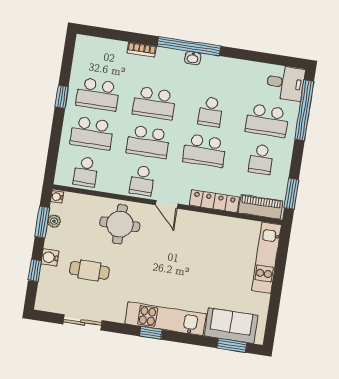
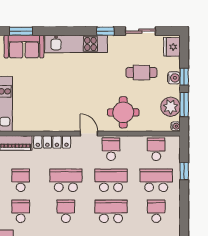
school desk: (98, 94) -> (156, 211), width x0.54
window: (62, 97) -> (184, 171), moved
school desk: (267, 121) -> (21, 211), width x0.54
plant: (54, 221) -> (171, 107), width x1.88, depth x1.88
window: (35, 271) -> (184, 77), moved
fridge: (46, 297) -> (172, 47), added
window: (151, 333) -> (105, 31), moved

